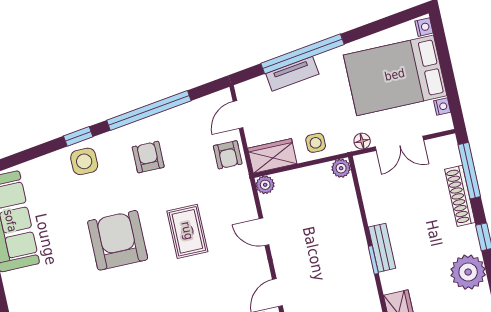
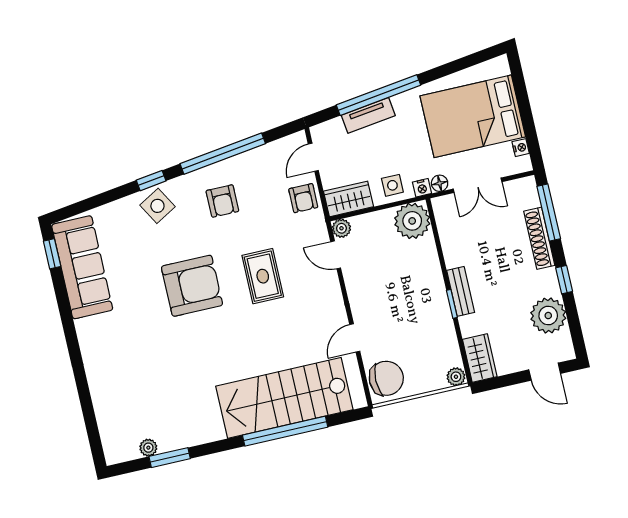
nightstand: (424, 27) -> (422, 188), moved, turned 90
armchair: (148, 157) -> (222, 201), turned 180
side table: (84, 161) -> (157, 206), turned -30
plant: (341, 168) -> (412, 221), width x1.88, depth x1.88
door: (264, 232) -> (336, 255), moved
armchair: (118, 240) -> (192, 286), turned 90

